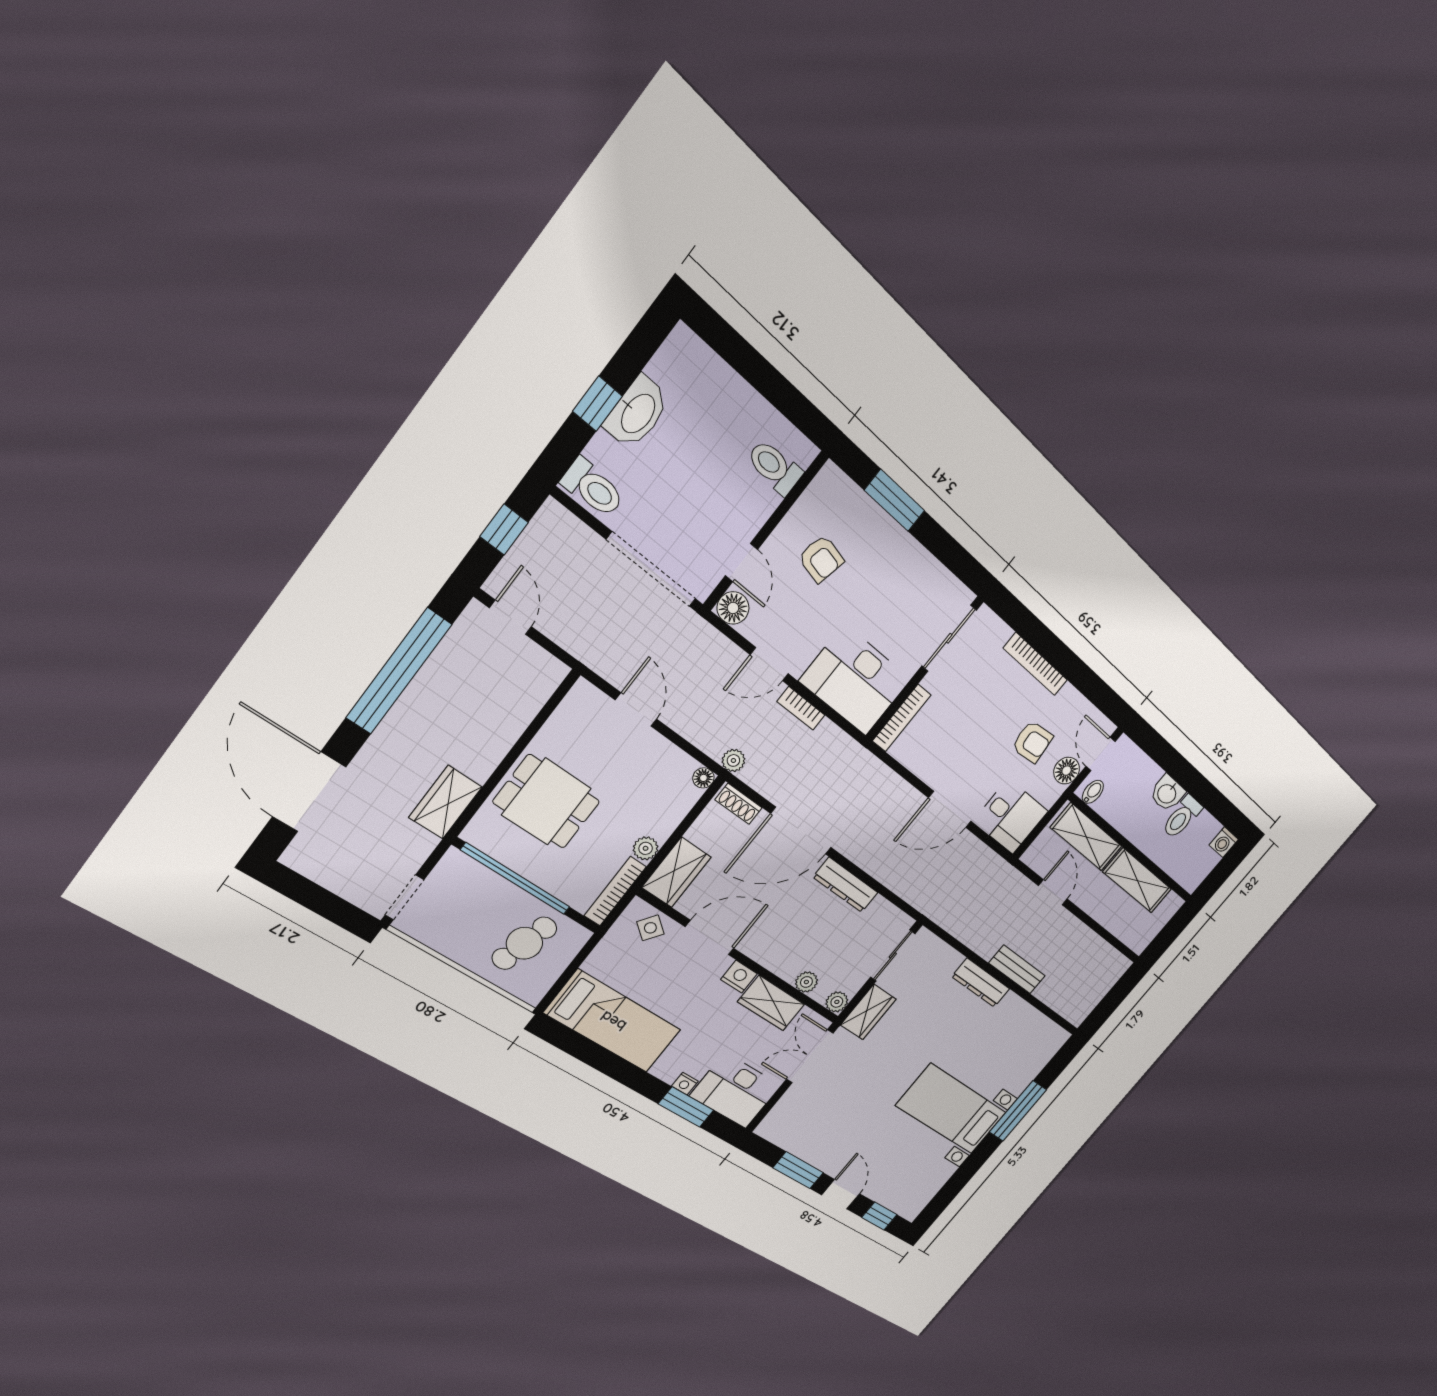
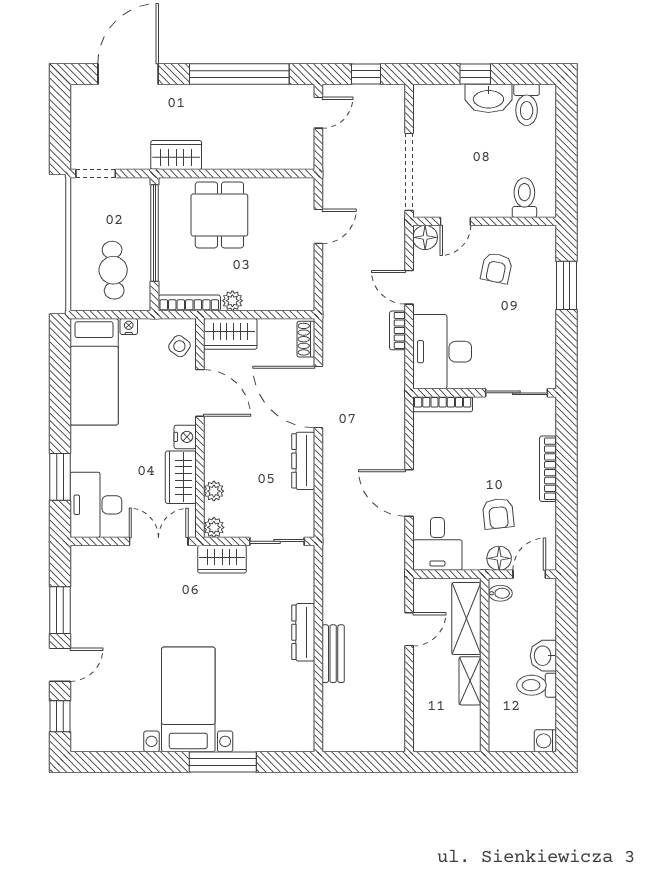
toilet: (593, 488) -> (527, 105), moved
plant: (733, 760) -> (332, 313), removed
floor lamp: (703, 778) -> (306, 302), removed
shelving: (1137, 880) -> (470, 681), width x0.67, depth x0.75
cafe table: (524, 943) -> (113, 270), turned 72
nightstand: (685, 1084) -> (129, 327), moved, turned 90

